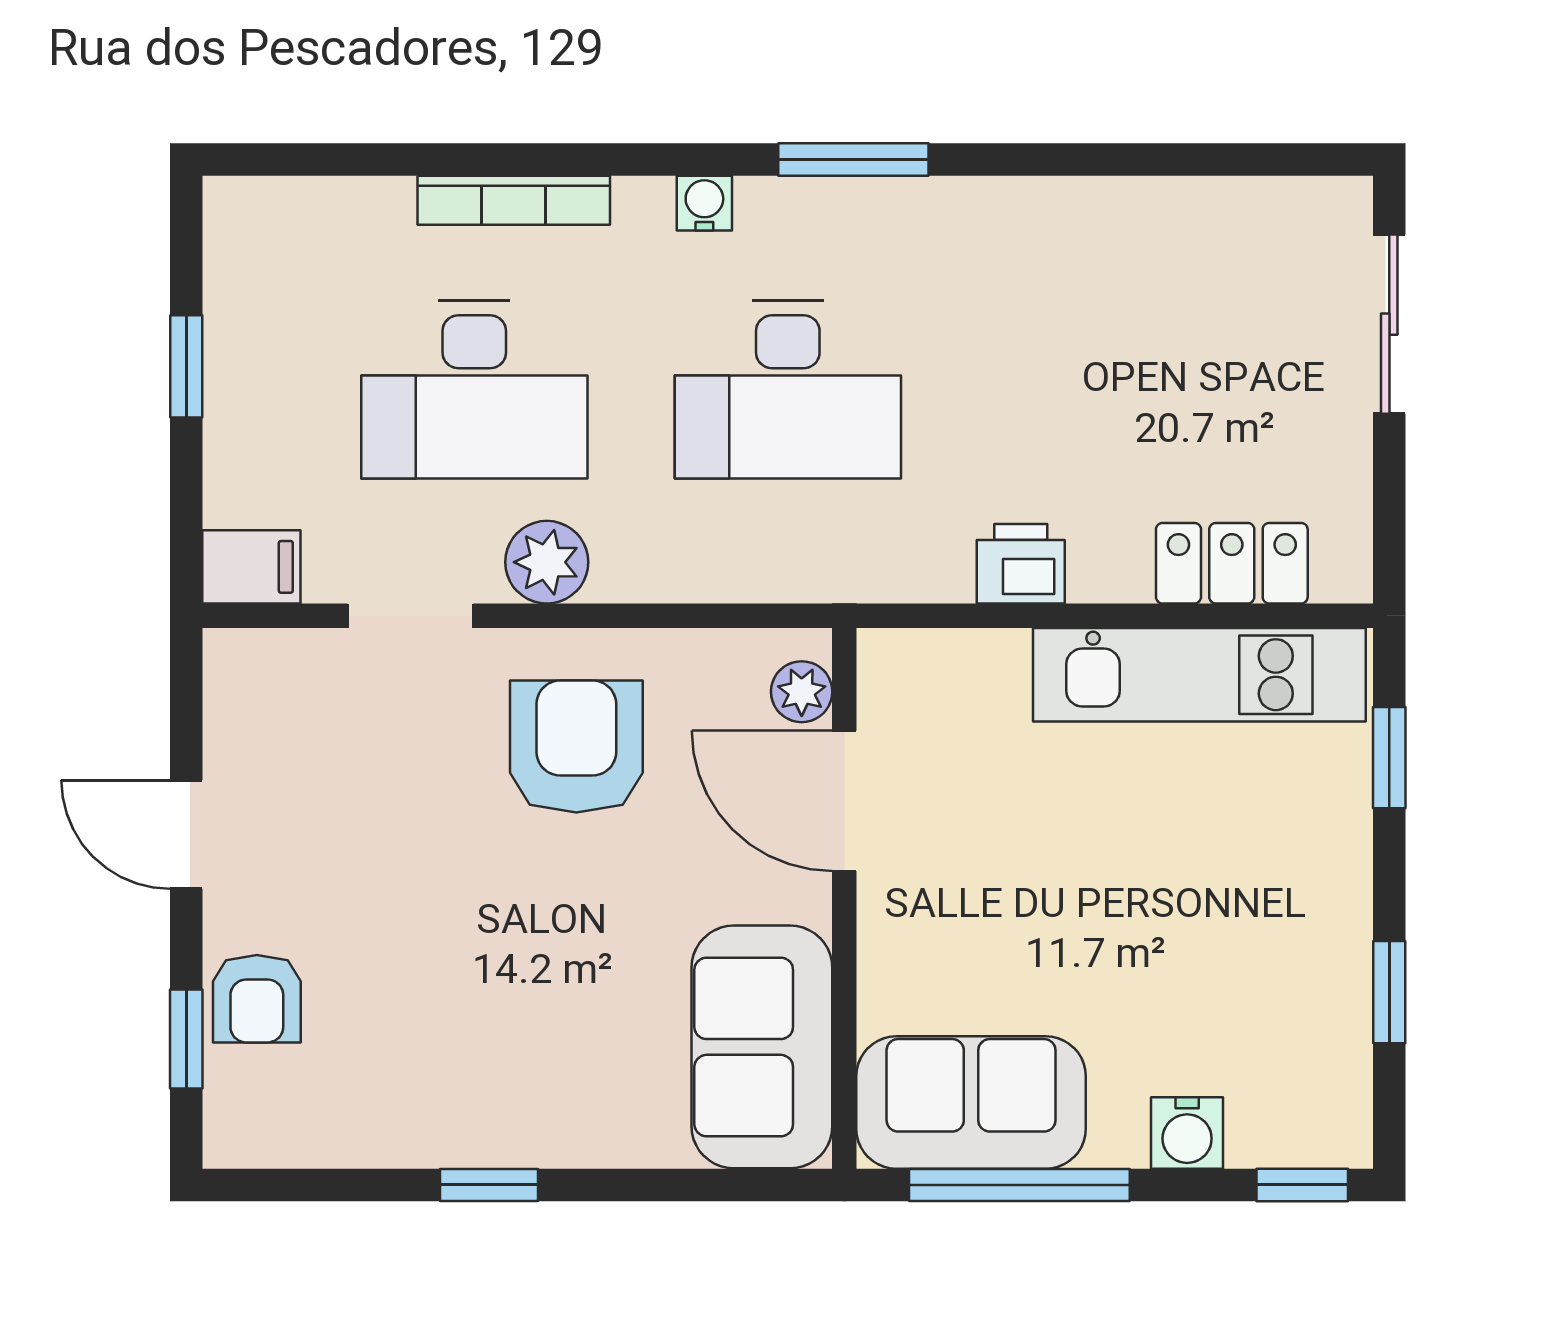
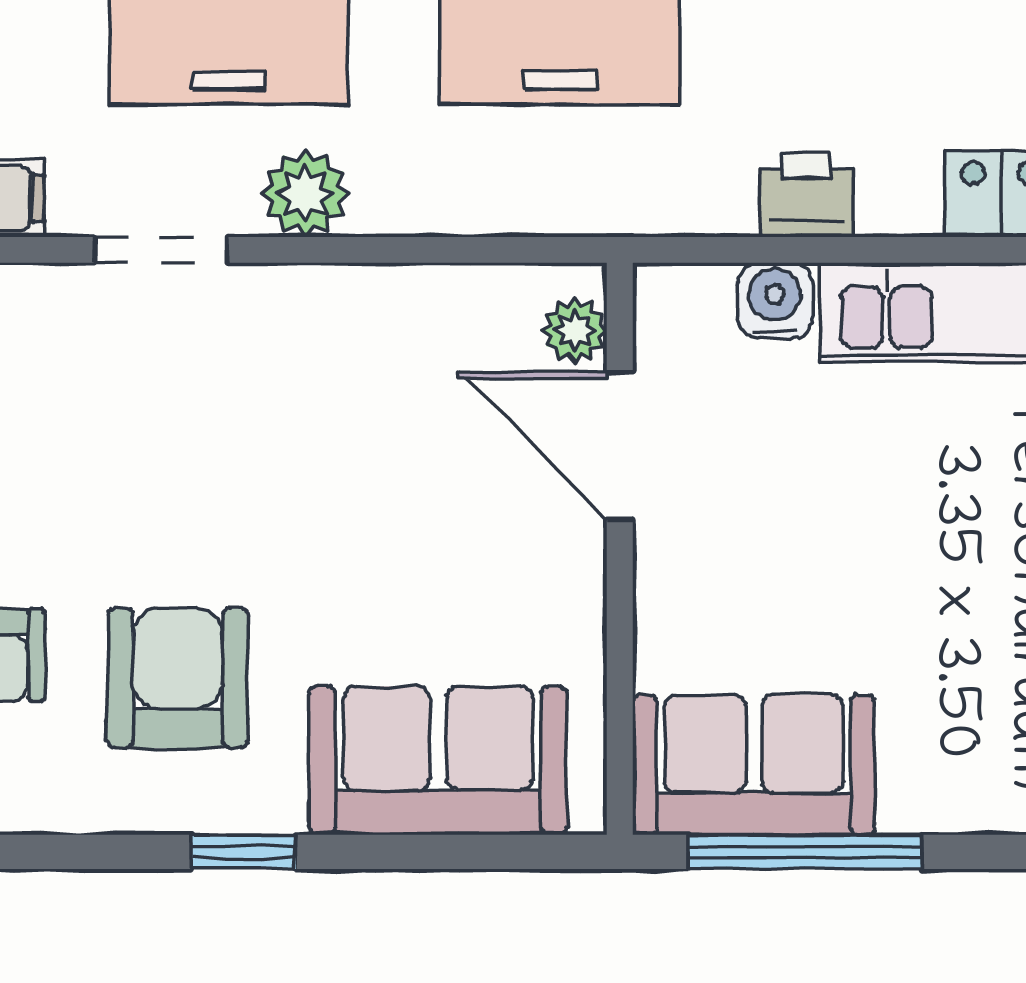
armchair: (576, 747) -> (178, 678), moved
sofa: (762, 1047) -> (438, 760), moved, turned 90
water cooler: (1187, 1133) -> (775, 301), moved, turned 180

